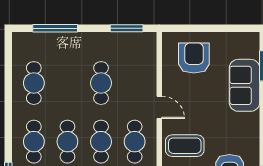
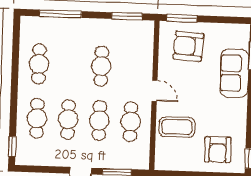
window: (186, 28) -> (182, 18), added
armchair: (194, 58) -> (188, 46), turned -86

